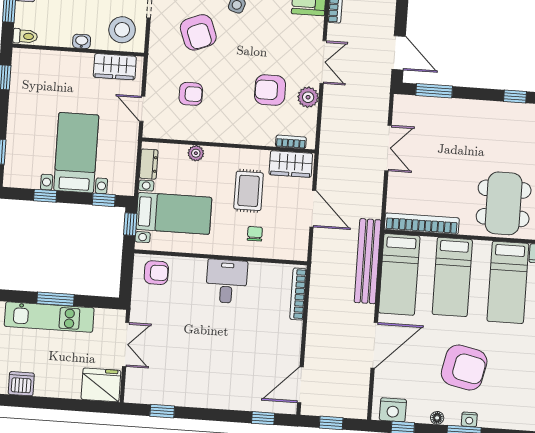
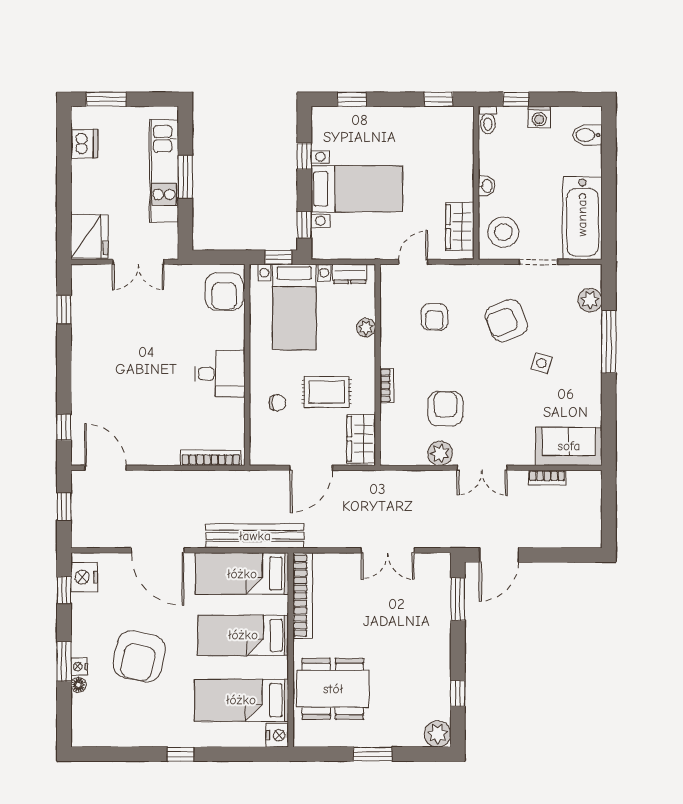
bookcase: (291, 142) -> (387, 386), moved
armchair: (156, 273) -> (224, 291), width x1.38, depth x1.38
floor lamp: (437, 418) -> (78, 685), moved

